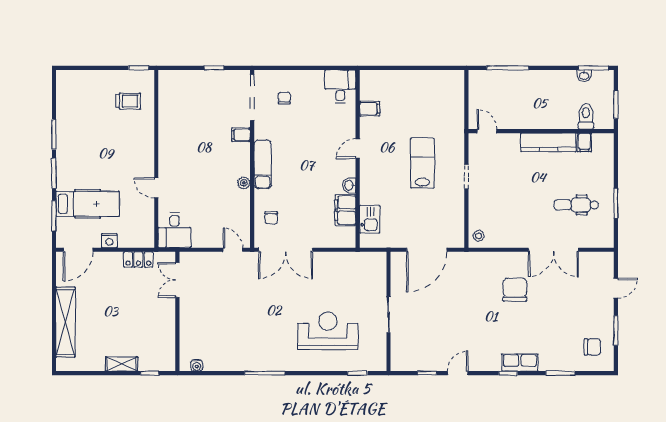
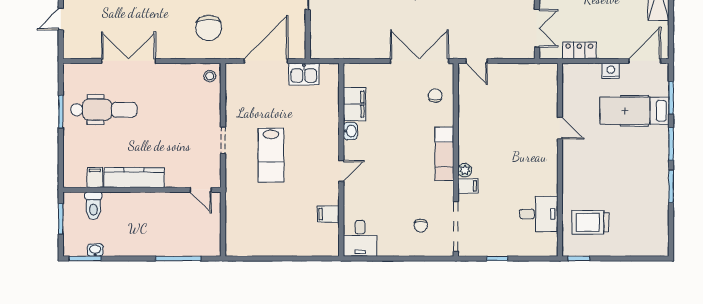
trolley: (128, 101) -> (590, 222), width x1.36, depth x1.39
plant: (244, 183) -> (465, 170), moved
dental chair: (576, 205) -> (104, 110), width x1.36, depth x1.38
kitchen sink: (370, 219) -> (304, 74), moved, turned -90
desk: (174, 230) -> (539, 214), moved, turned 90
chair: (515, 290) -> (209, 28), moved

